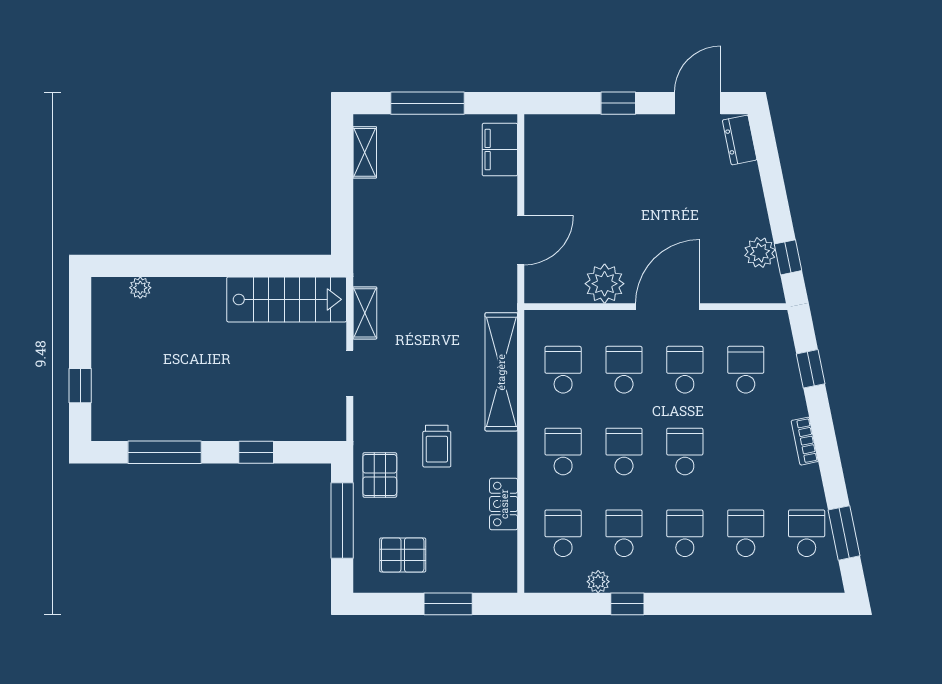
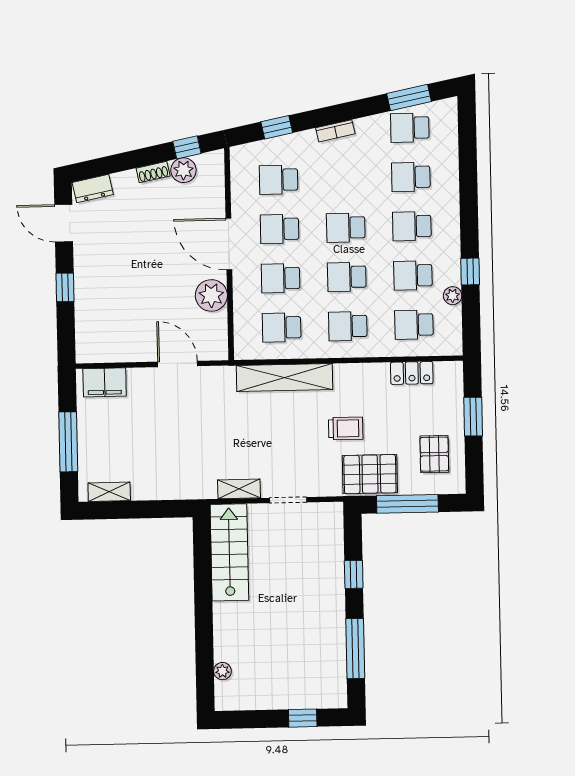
shoe rack: (759, 215) -> (153, 172), added
pallet: (380, 475) -> (370, 474), width x1.50, depth x1.42
locker: (504, 504) -> (412, 373), moved

